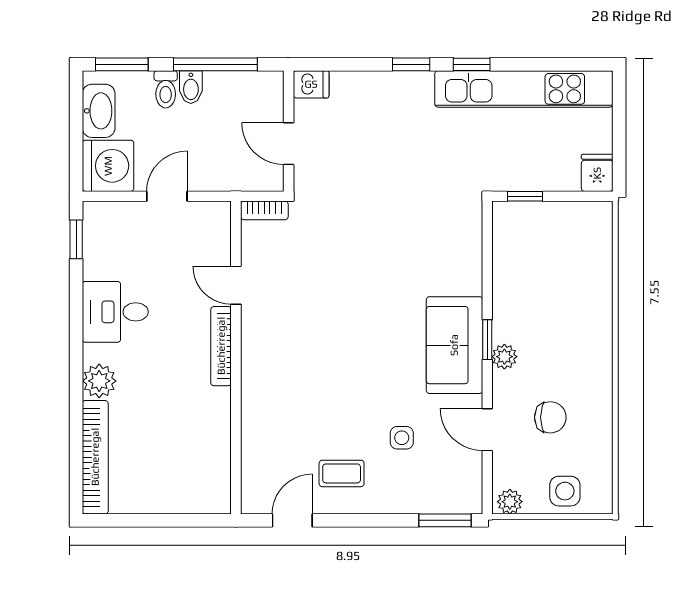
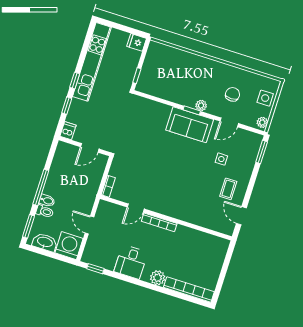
dishwasher: (311, 84) -> (68, 131), moved
wall: (289, 131) -> (85, 146), moved
door: (289, 144) -> (90, 148), moved

